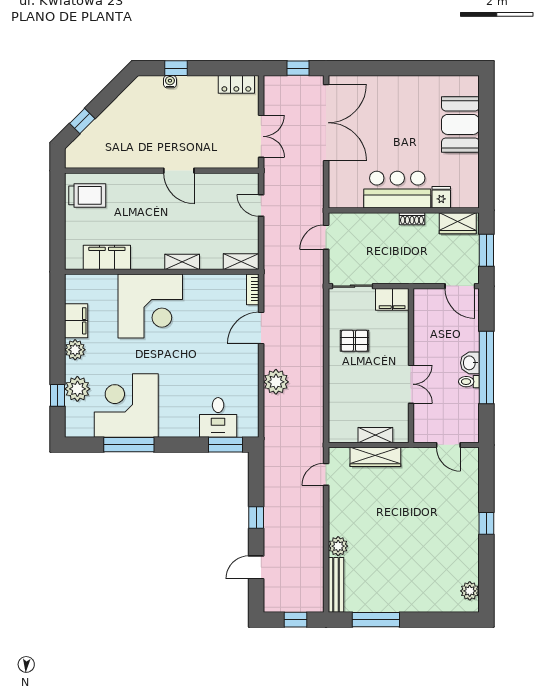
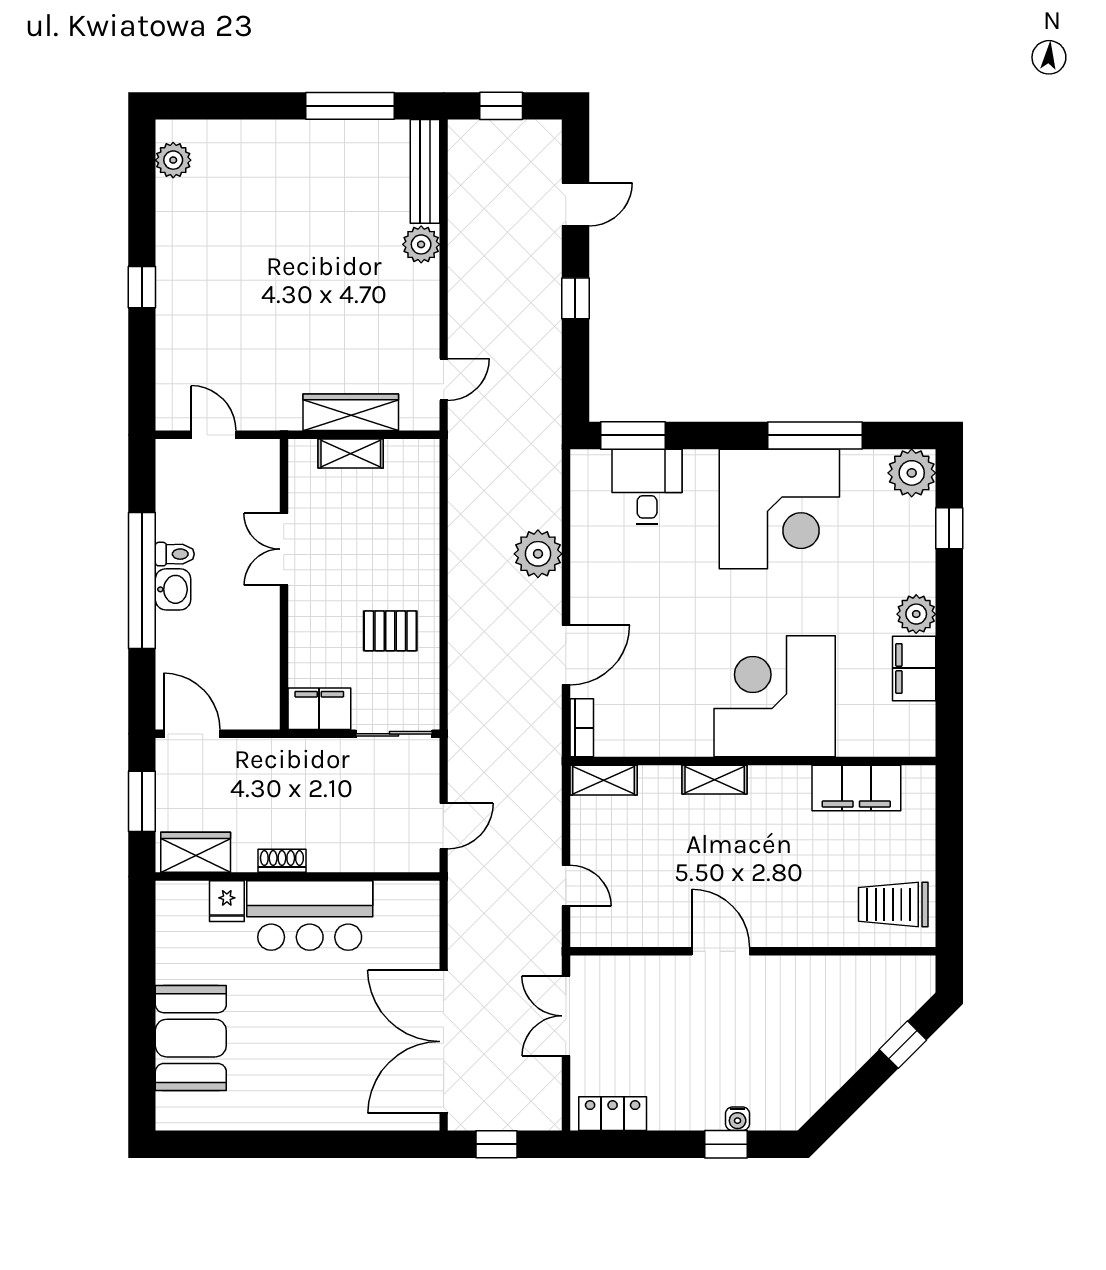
plant: (77, 389) -> (912, 473), moved
corner desk: (126, 406) -> (779, 509), moved

